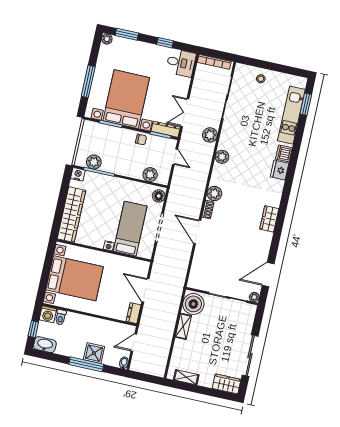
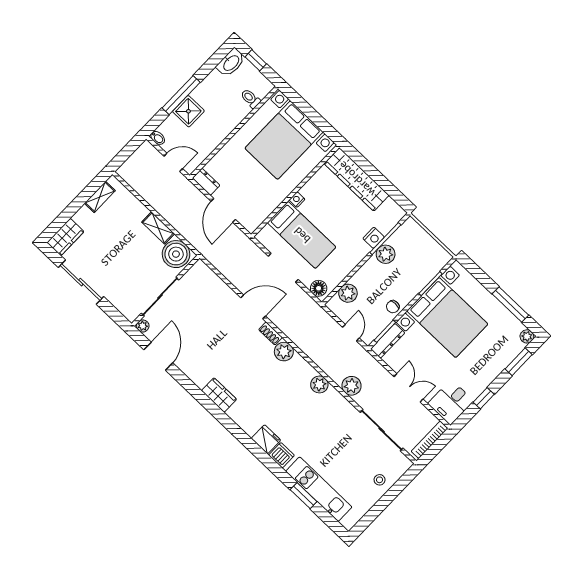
window: (88, 81) -> (510, 304), moved
window: (306, 104) -> (304, 496), moved
double door: (185, 113) -> (408, 388), moved
door: (175, 157) -> (351, 333), swing flipped
plant: (94, 162) -> (386, 254), moved
nightstand: (78, 174) -> (374, 238), moved
door: (145, 290) -> (223, 210), swing flipped
washing machine: (48, 314) -> (262, 87), removed
door: (134, 343) -> (173, 162), hinge flipped

